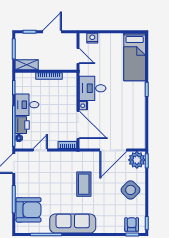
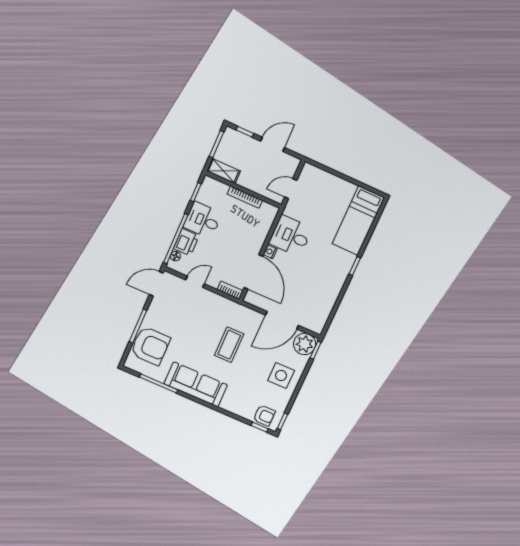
nightstand: (92, 38) -> (318, 174), removed
door: (78, 56) -> (291, 189), swing flipped
side table: (131, 190) -> (281, 375), turned 45
armchair: (132, 225) -> (264, 416), turned 90

